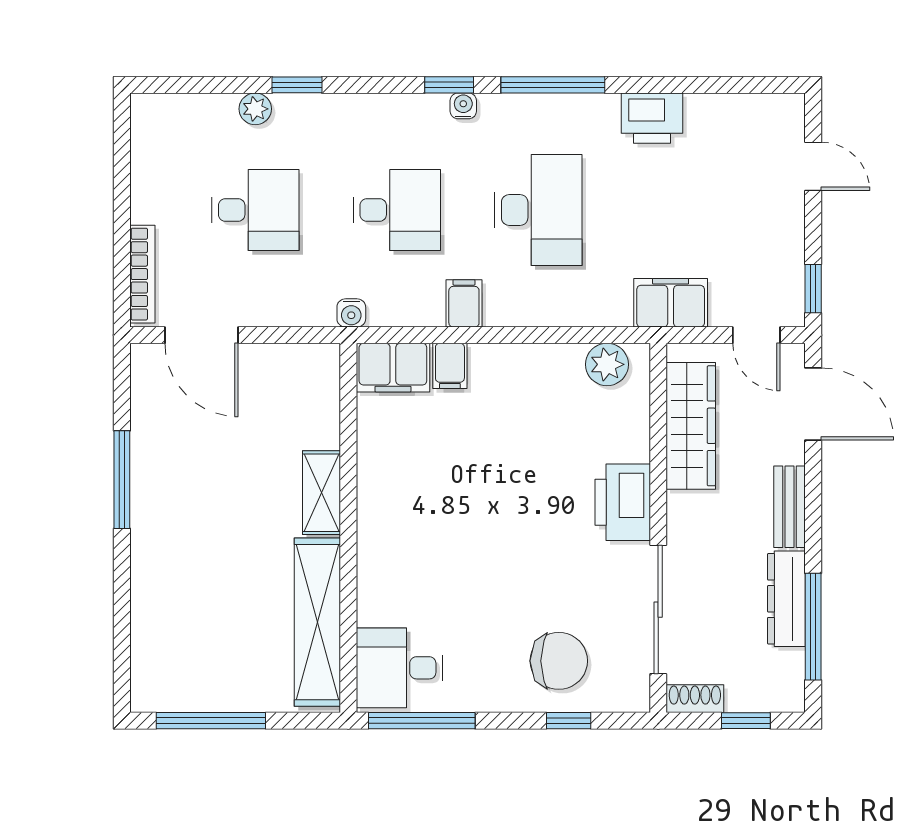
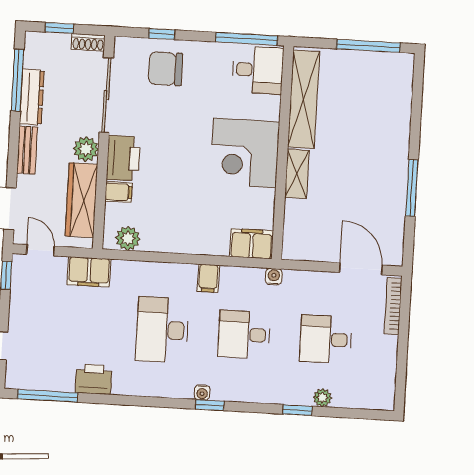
window: (553, 85) -> (48, 396), moved
filing cabinet: (450, 366) -> (119, 192), moved, turned 90
plant: (688, 514) -> (86, 149), added
corner desk: (413, 523) -> (245, 153), added

